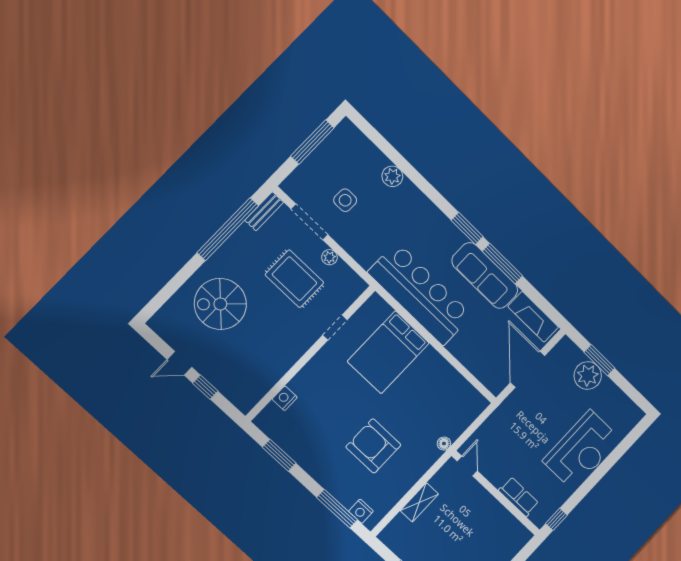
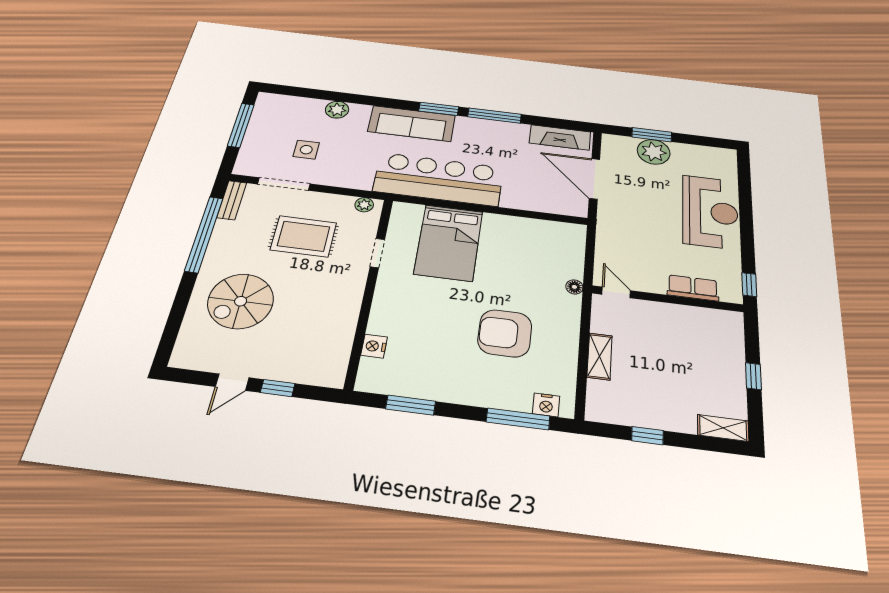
plant: (329, 257) -> (364, 205), moved
sofa: (485, 276) -> (412, 123), moved

